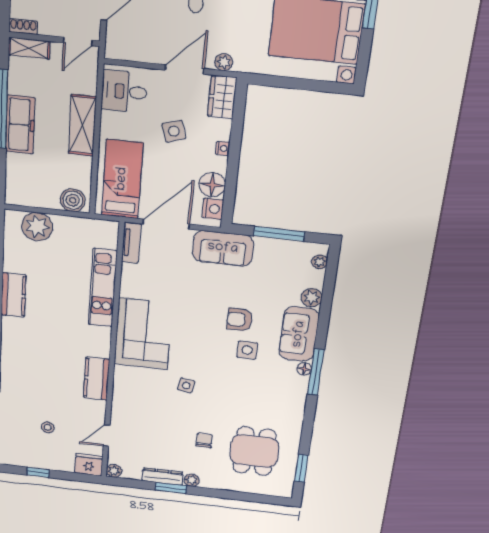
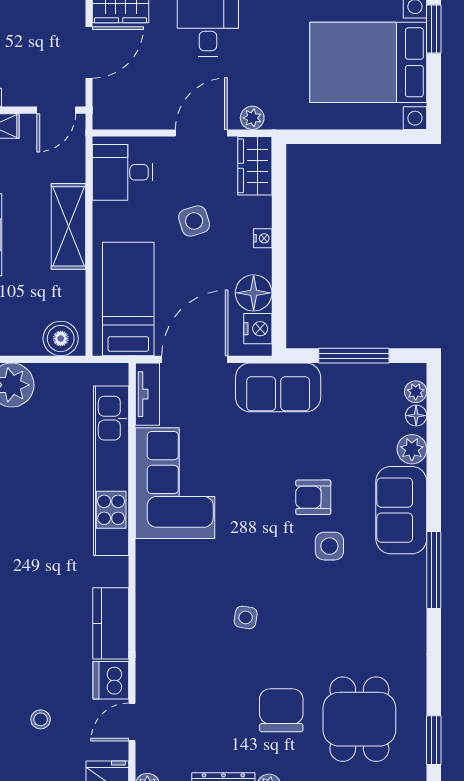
kitchen unit: (103, 288) -> (111, 471), width x1.36
corner sofa: (143, 334) -> (175, 483), moved
floor lamp: (304, 369) -> (416, 416), moved
dishwasher: (94, 411) -> (111, 680), added
chair: (204, 440) -> (281, 710), width x1.87, depth x1.87

